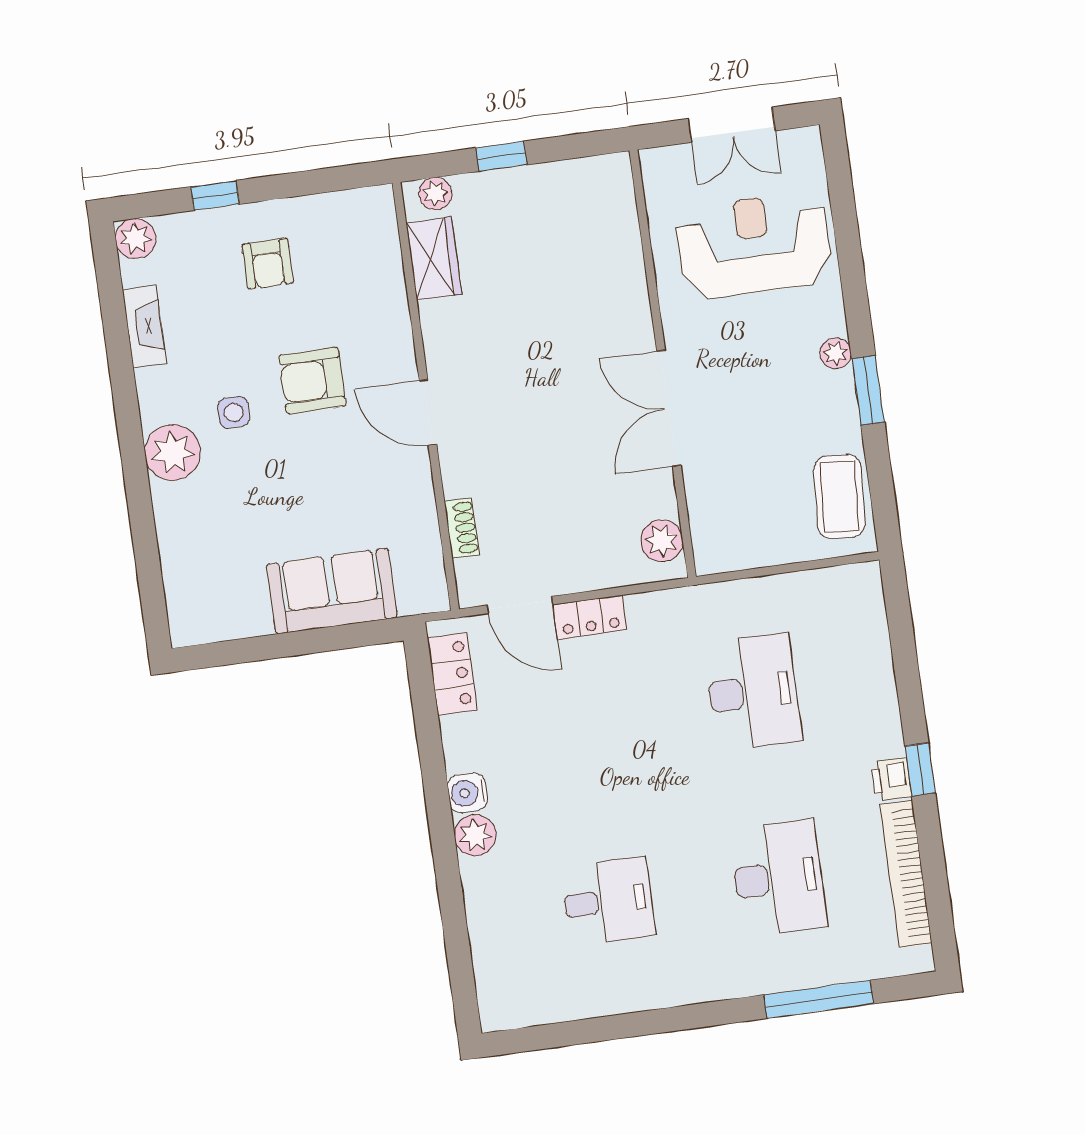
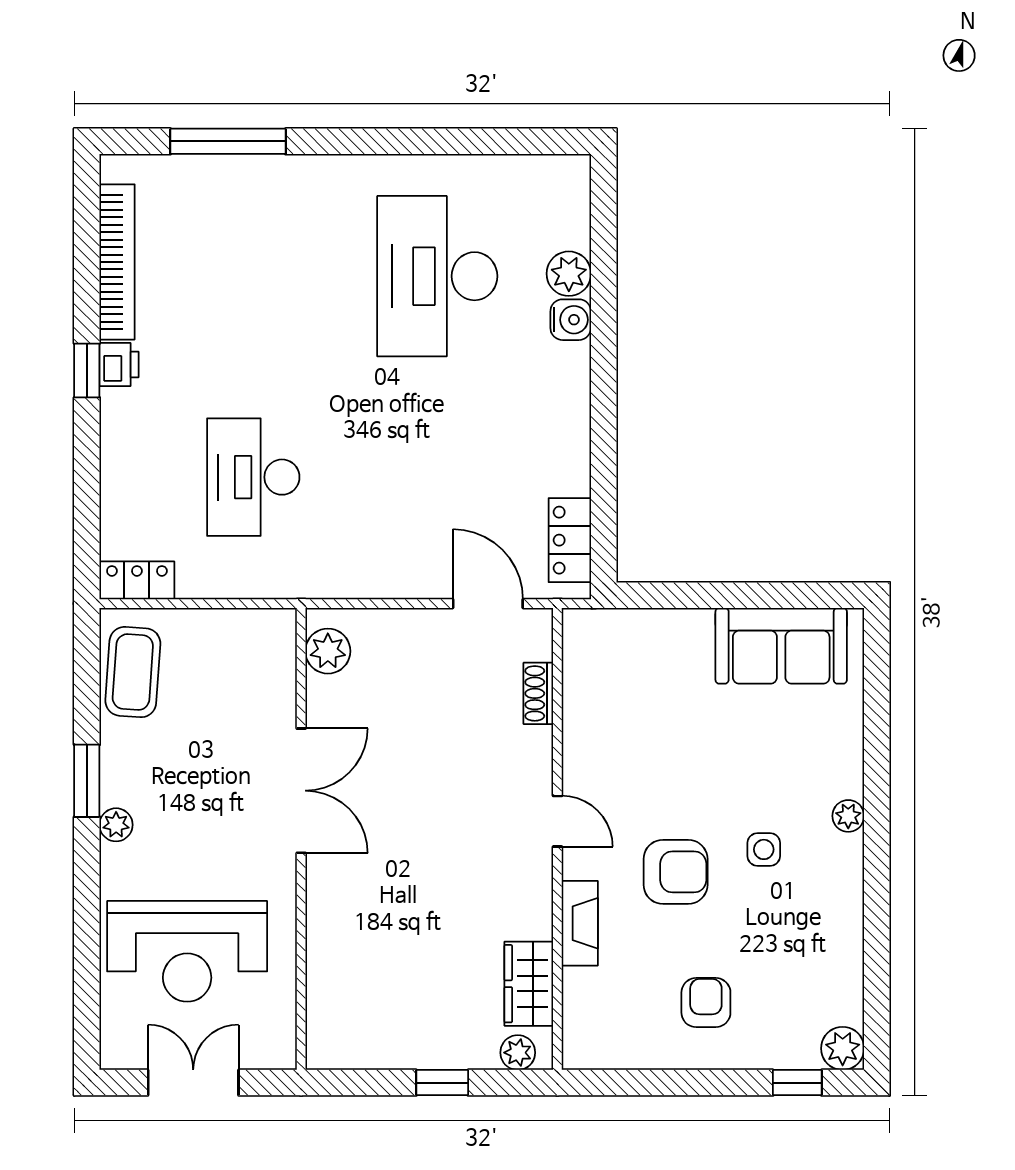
window: (215, 195) -> (797, 1083), moved
fireplace: (144, 326) -> (580, 923), moved, turned 180
door: (428, 412) -> (557, 821), width x0.73
plant: (173, 452) -> (848, 816), width x0.53, depth x0.53
sofa: (332, 591) -> (781, 646), moved
locker: (590, 617) -> (137, 580), moved
water cooler: (468, 793) -> (571, 320), moved
plant: (475, 835) -> (569, 274), moved
desk: (778, 878) -> (253, 276), removed
desk: (608, 901) -> (437, 276), width x1.87, depth x1.30

